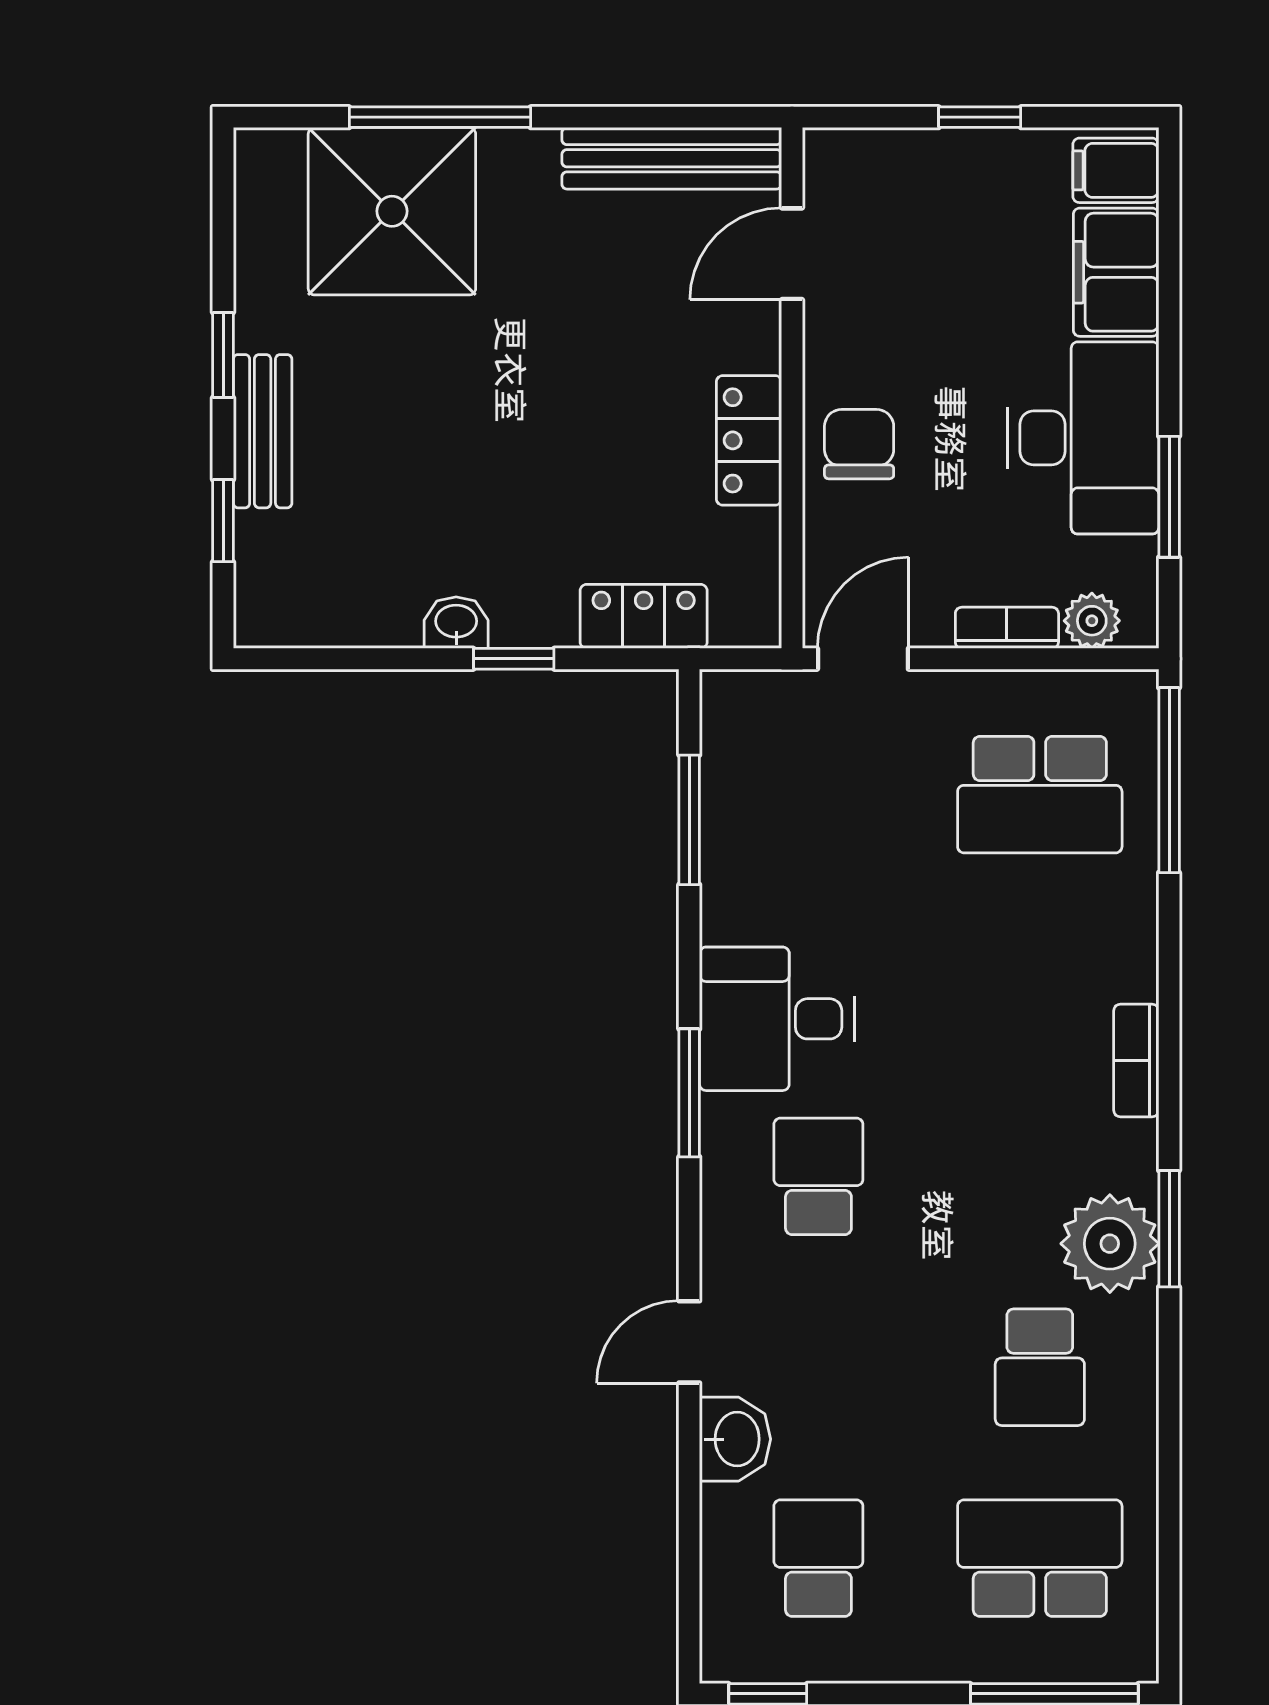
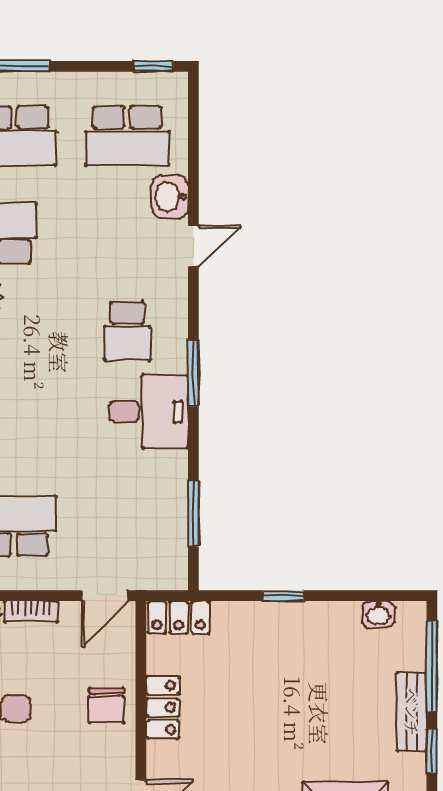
window: (223, 521) -> (432, 666), width x2.17
locker: (644, 616) -> (179, 617), moved
washbasin: (456, 623) -> (378, 614), moved
school desk: (818, 1558) -> (127, 136), width x1.85

